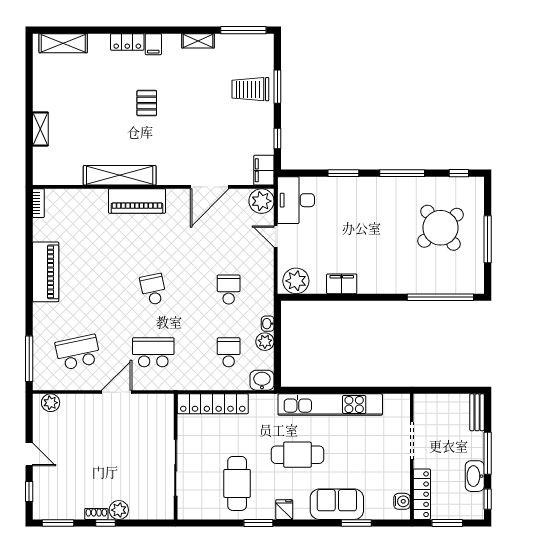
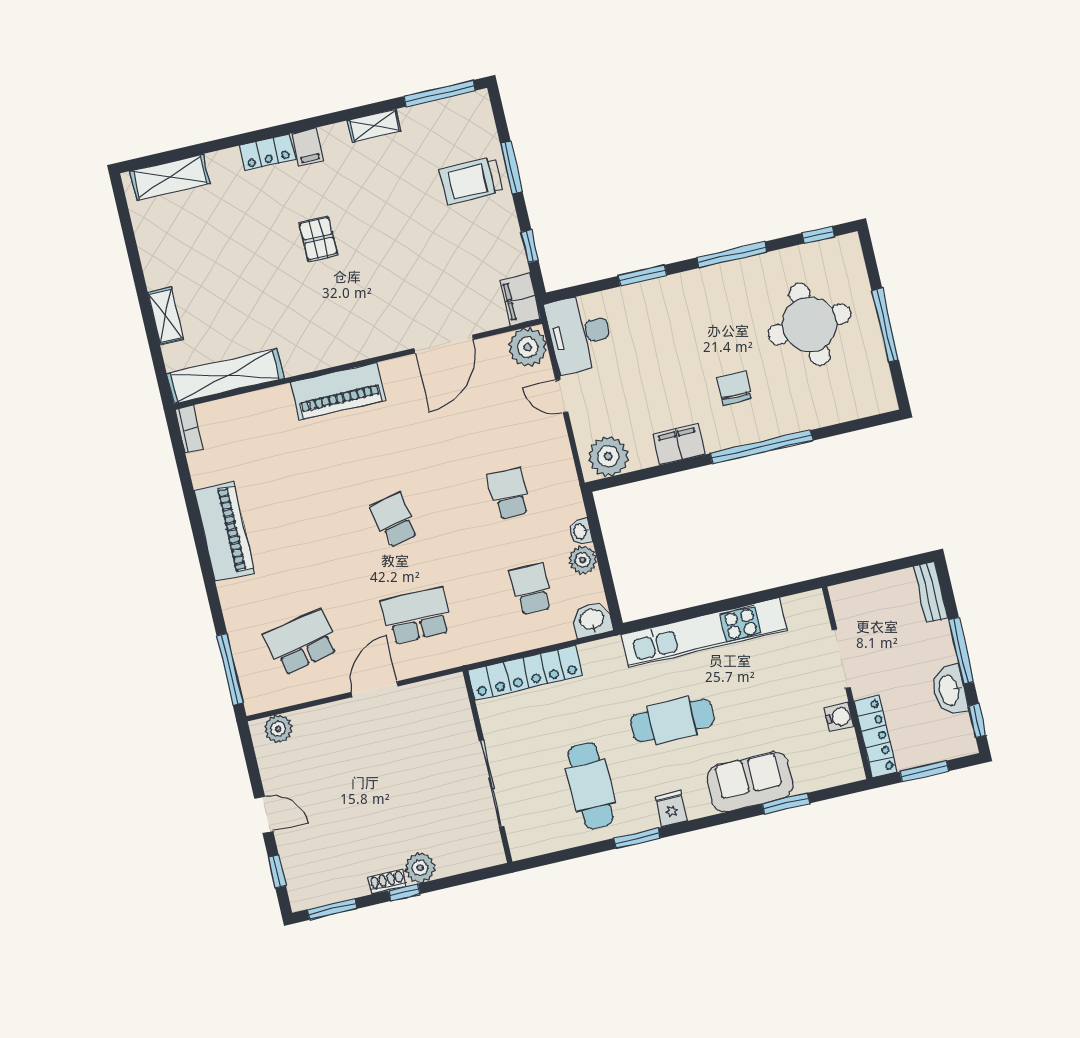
shelving: (120, 175) -> (225, 376), moved
round table: (441, 228) -> (810, 324), turned 34
chair: (384, 256) -> (734, 388), added
window: (440, 297) -> (762, 447), moved
water cooler: (402, 501) -> (839, 717), moved

